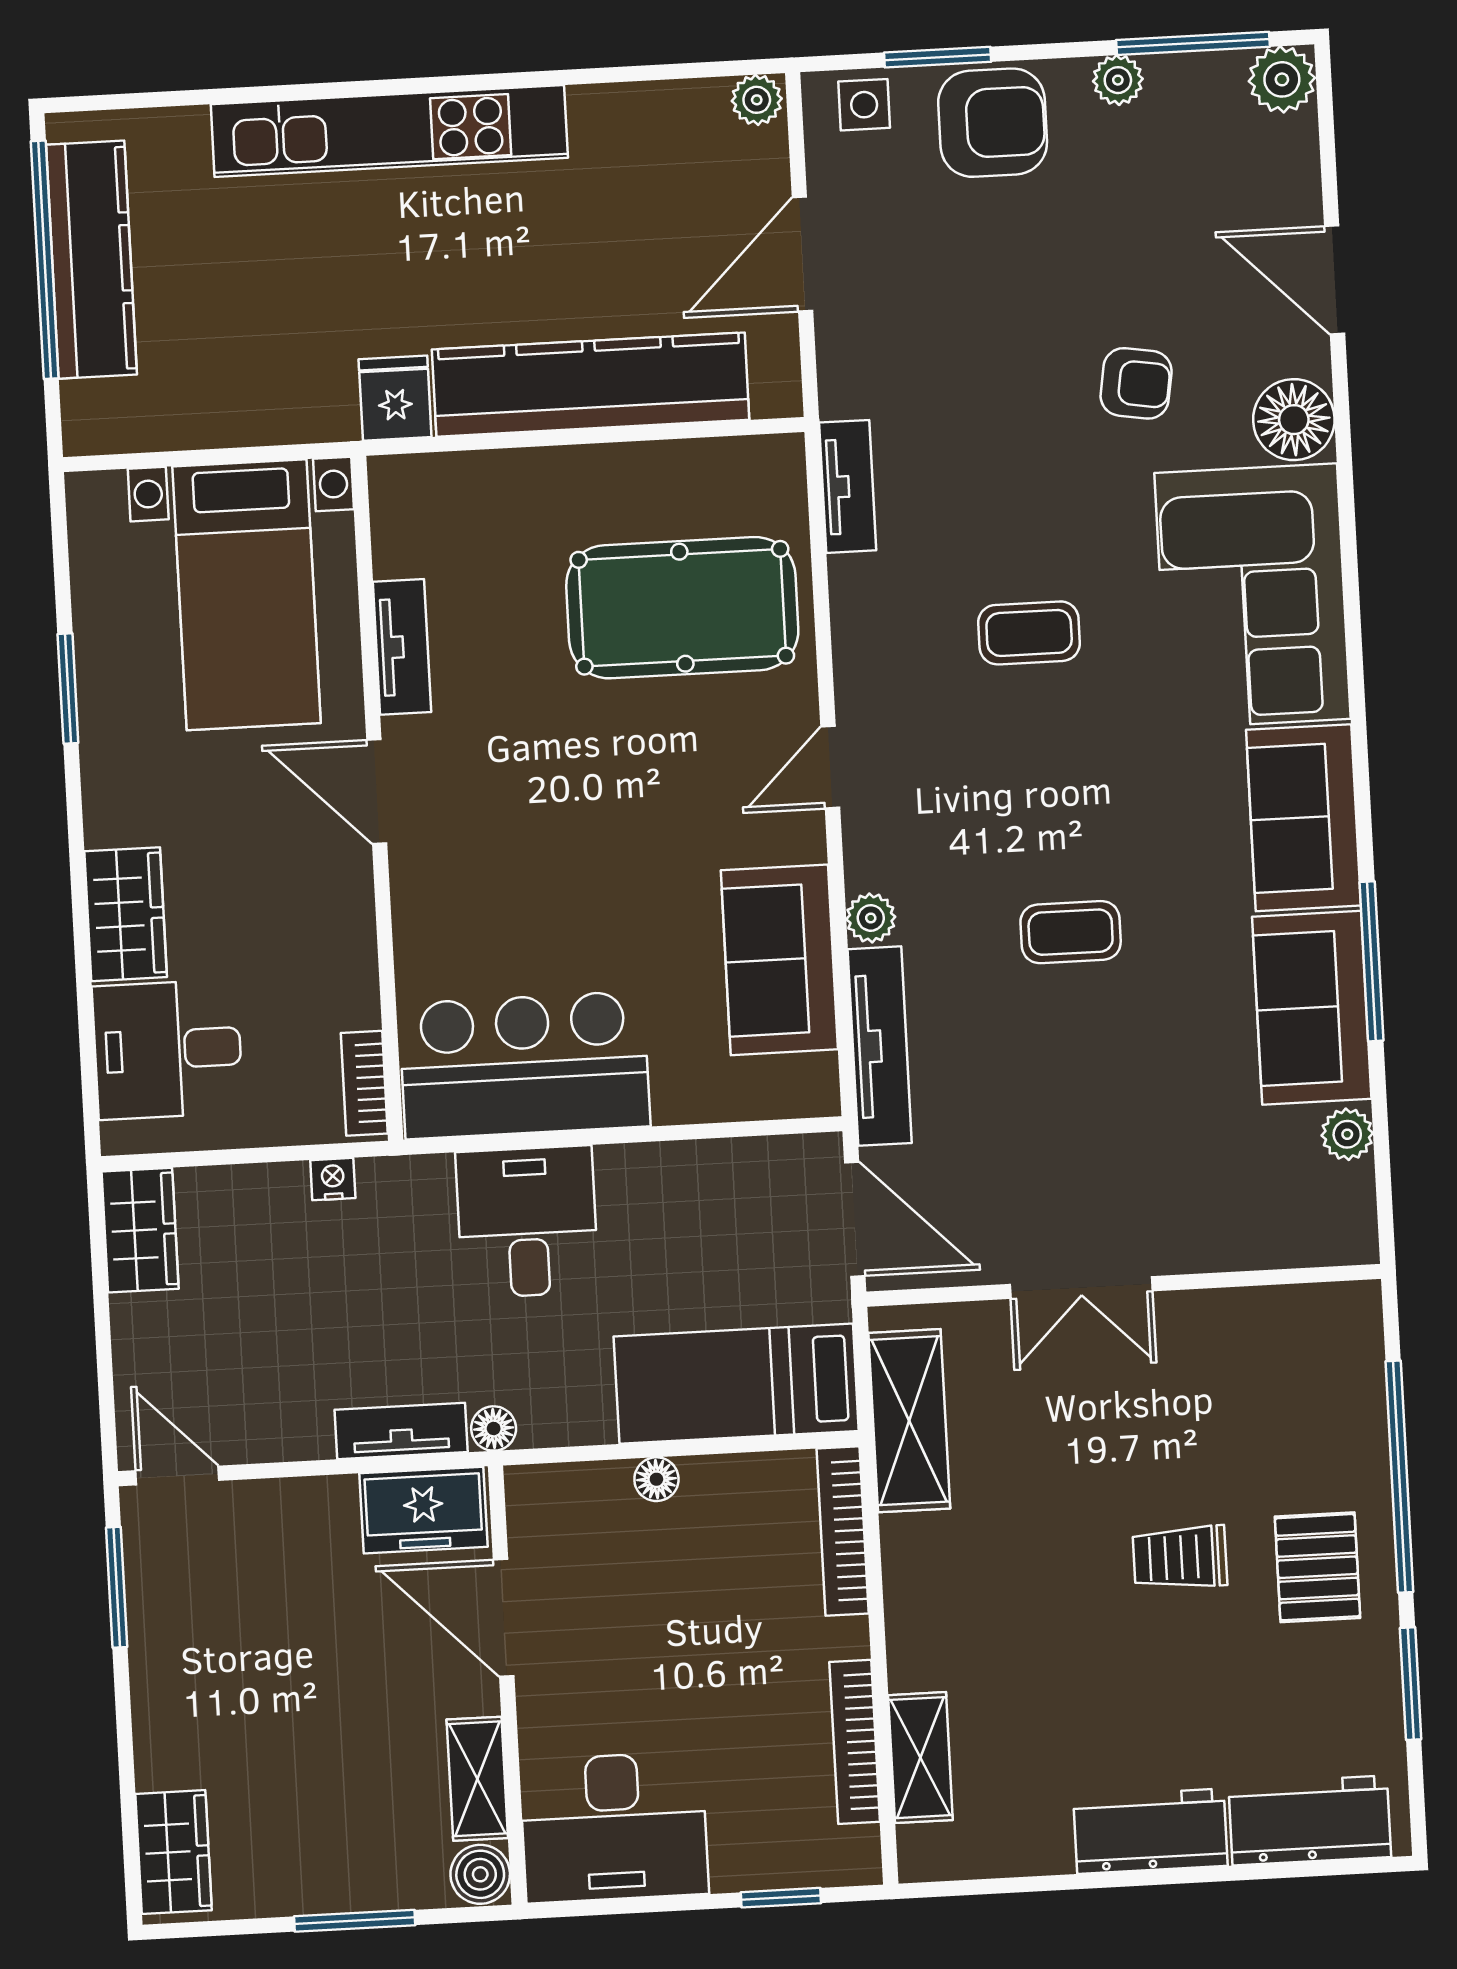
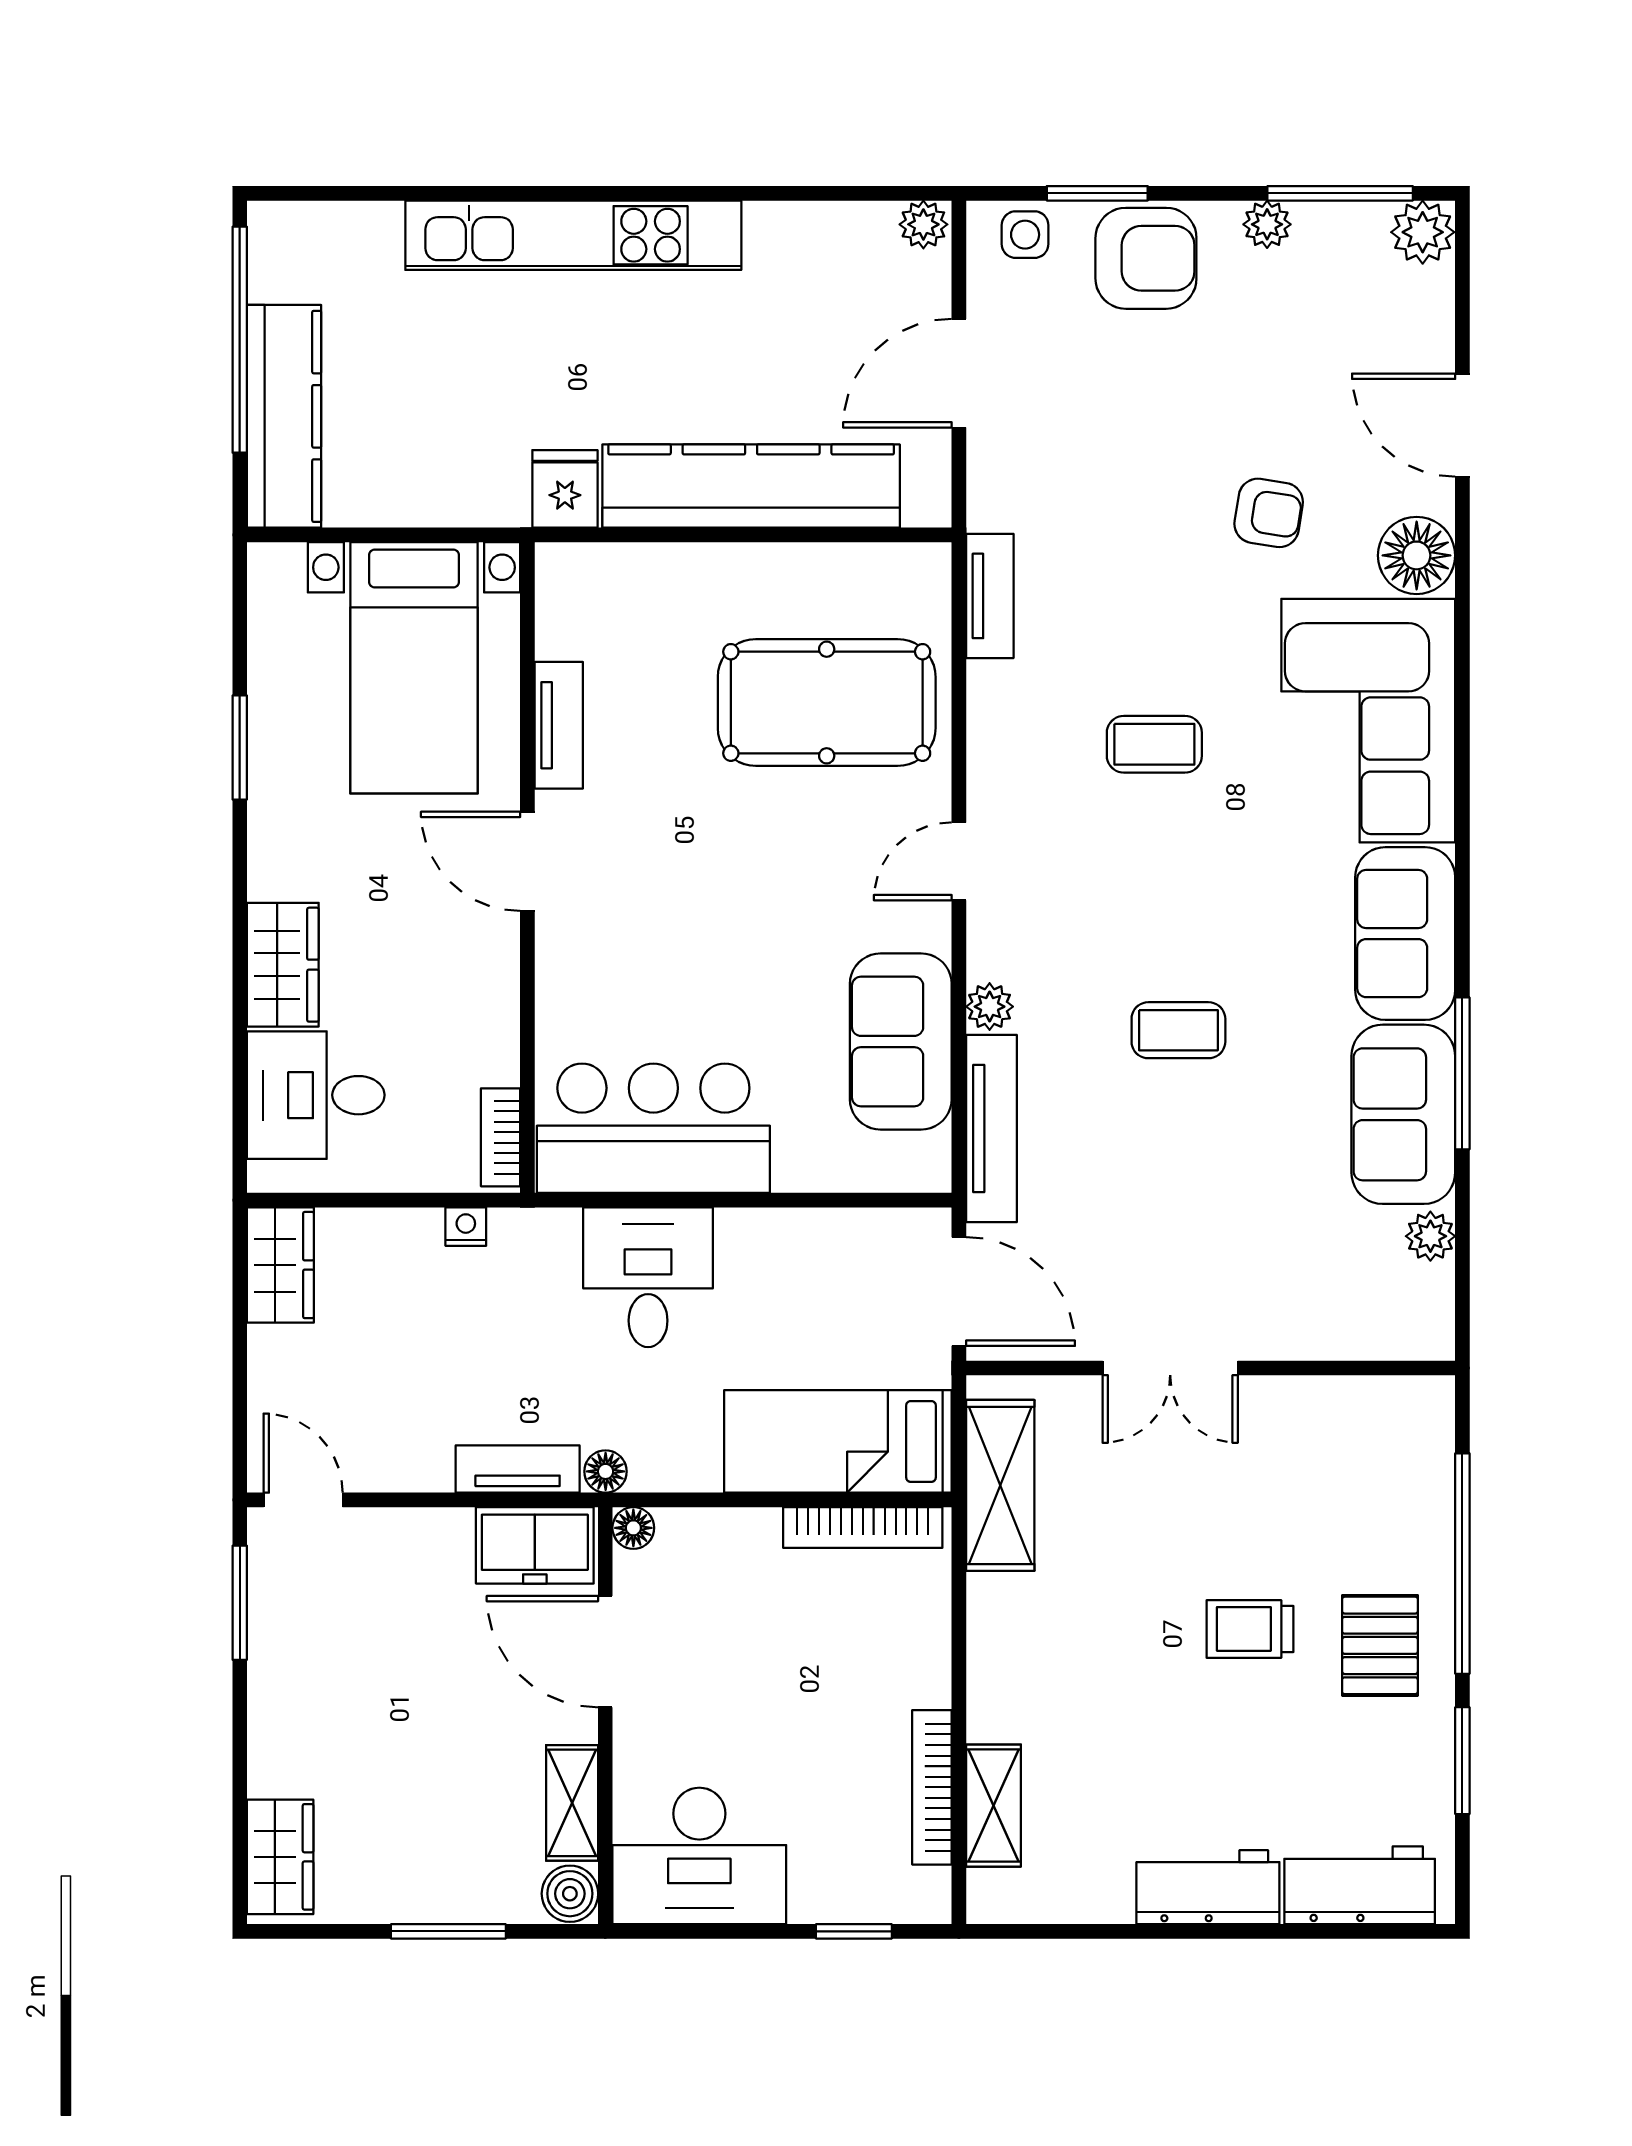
kitchen counter: (91, 260) -> (284, 416), moved
floor lamp: (656, 1479) -> (633, 1528), moved
bookcase: (843, 1531) -> (863, 1527), moved, turned -90

